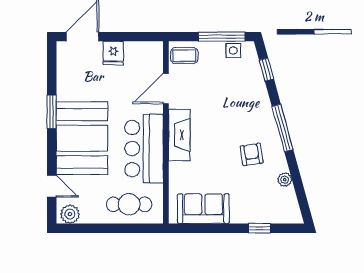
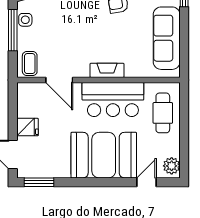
window: (52, 112) -> (39, 182), moved
fireplace: (179, 135) -> (107, 70), width x0.73, depth x0.76
sofa: (203, 209) -> (167, 38), width x1.36

